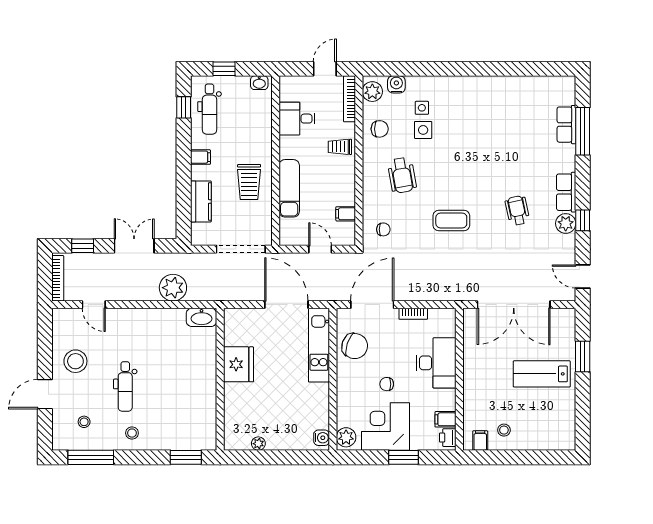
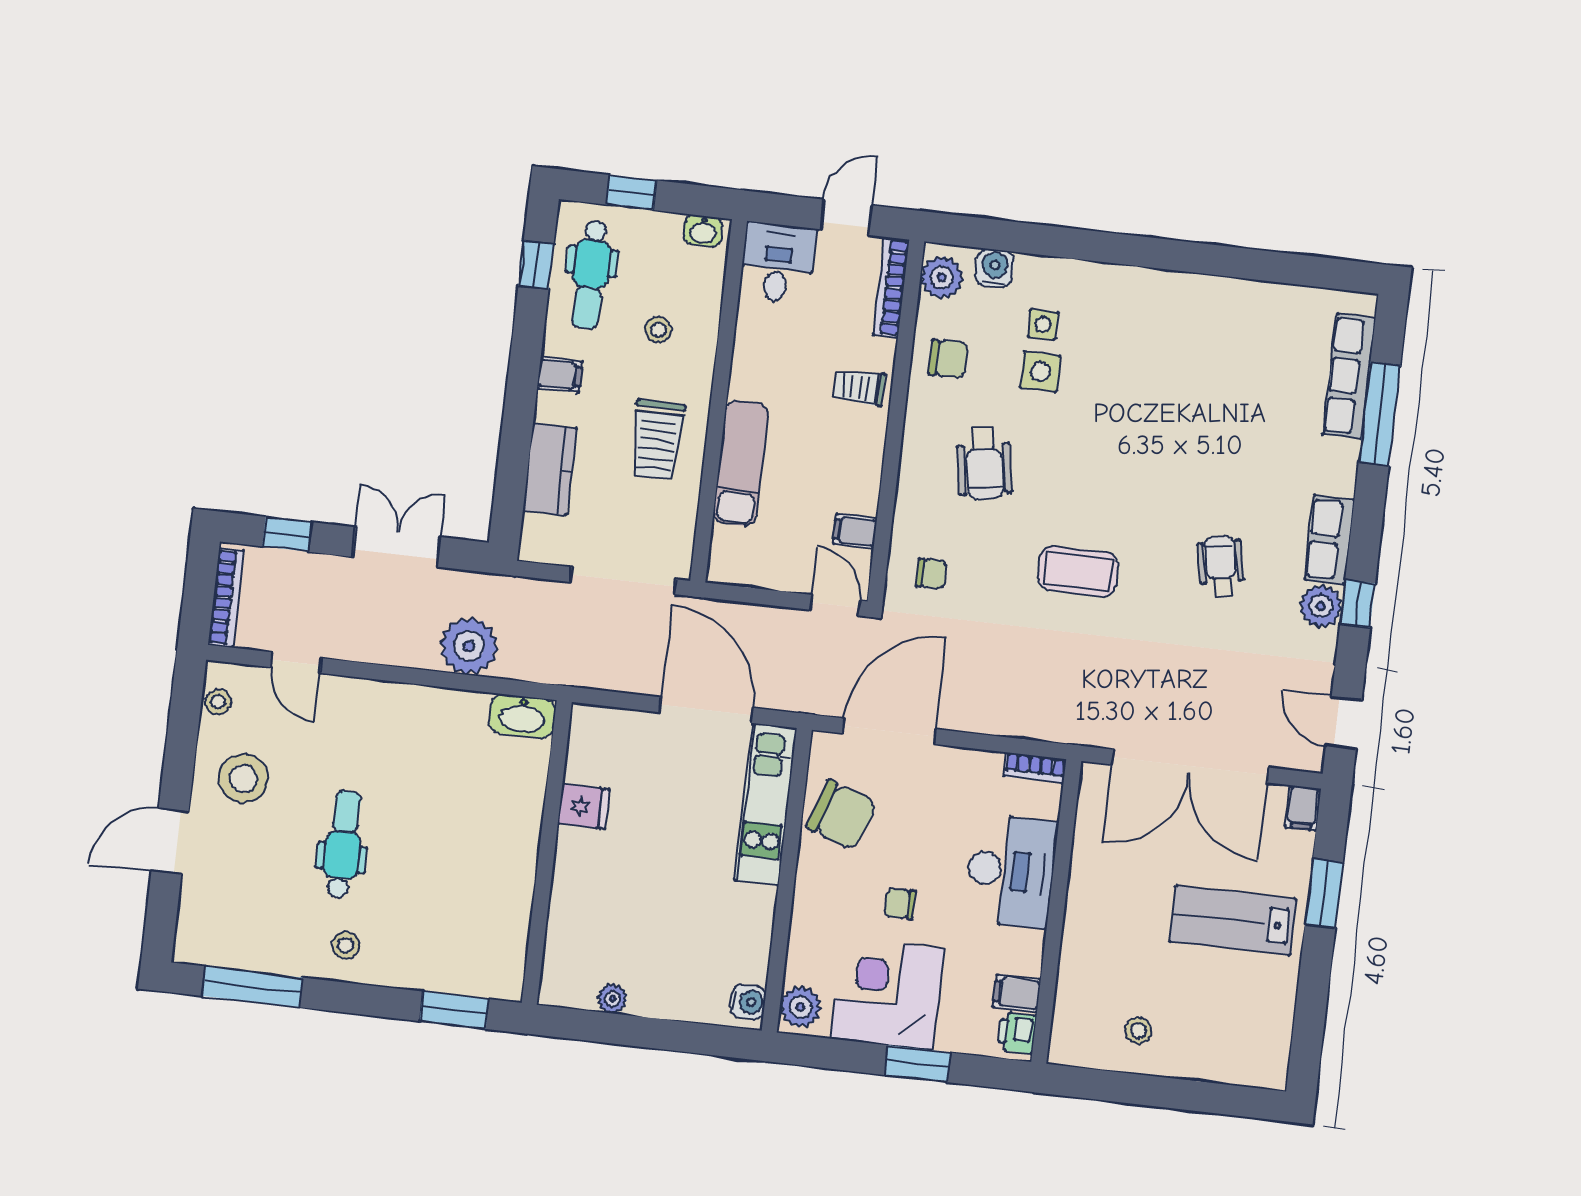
desk: (297, 119) -> (778, 263), moved, turned 90
row of seats: (566, 125) -> (1349, 376), width x1.48
stool: (244, 131) -> (658, 330), added
door: (320, 249) -> (835, 605), moved
bookcase: (413, 314) -> (1035, 768), moved
fridge: (238, 364) -> (584, 807), width x0.53, depth x0.75
dental chair: (125, 386) -> (343, 844), turned 180
stool: (84, 422) -> (218, 702), moved
filing cabinet: (480, 441) -> (1303, 808), moved, turned 180

